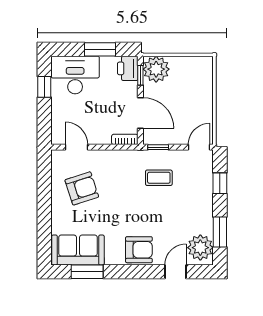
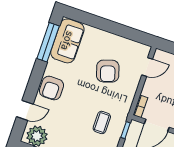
armchair: (82, 188) -> (108, 71), moved
window: (87, 272) -> (48, 42), width x1.44
door: (175, 272) -> (25, 110), hinge flipped

